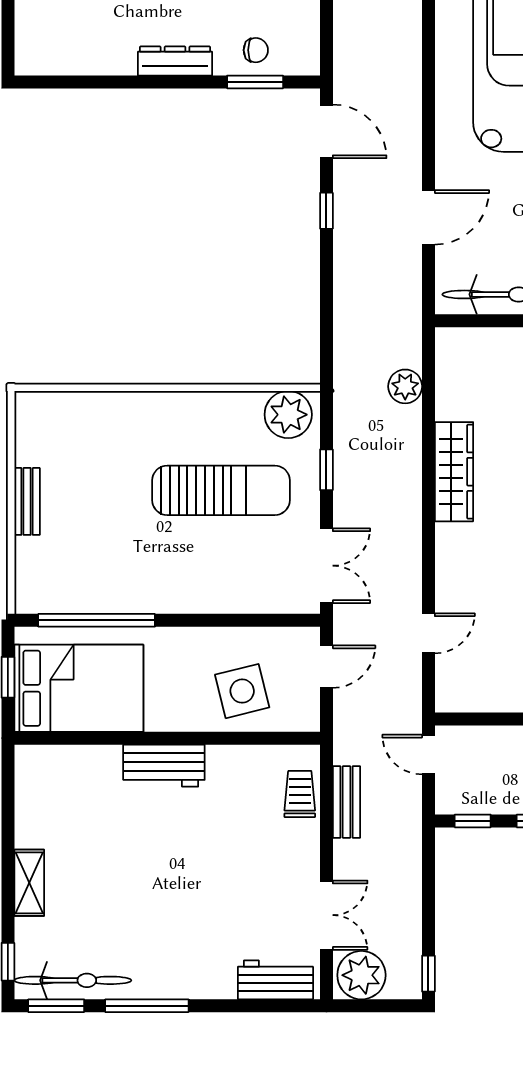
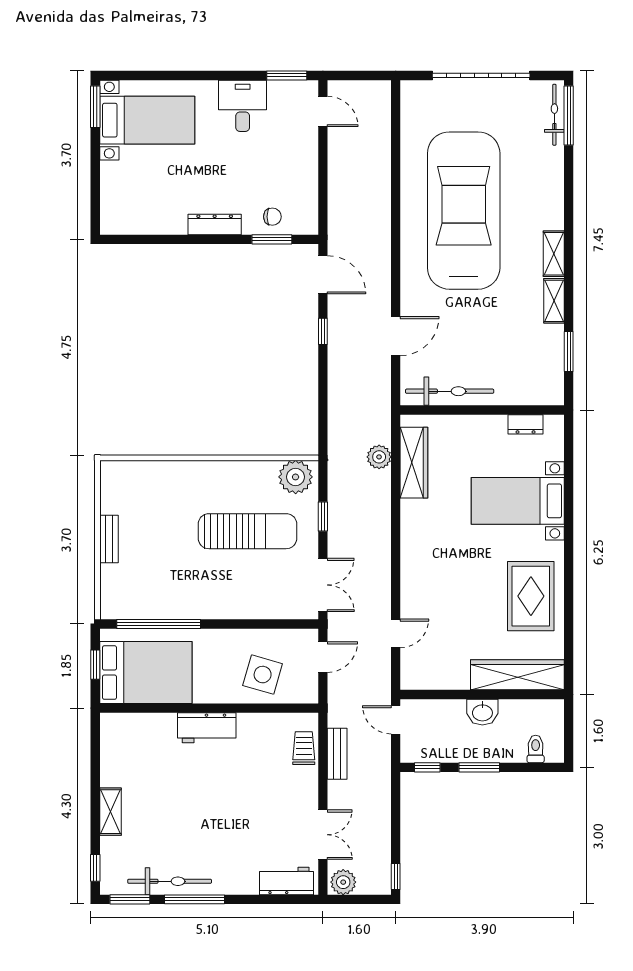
wardrobe: (454, 472) -> (414, 463), moved
side table: (242, 691) -> (263, 675), turned 30
plant: (361, 975) -> (343, 882), width x0.73, depth x0.73
bicycle: (73, 980) -> (170, 881), moved

